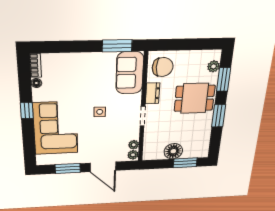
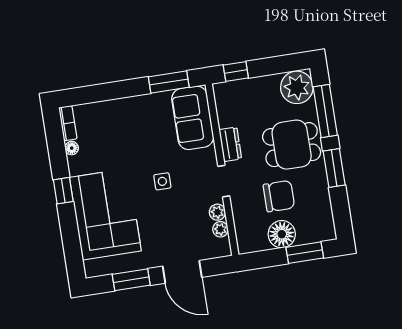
window: (168, 45) -> (236, 71), added
plant: (213, 66) -> (297, 87), width x1.88, depth x1.88
chair: (163, 67) -> (279, 196), moved
window: (224, 79) -> (325, 111), width x1.44
plant: (133, 155) -> (217, 212), moved

